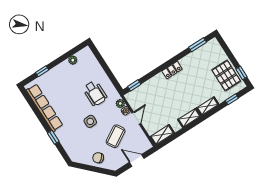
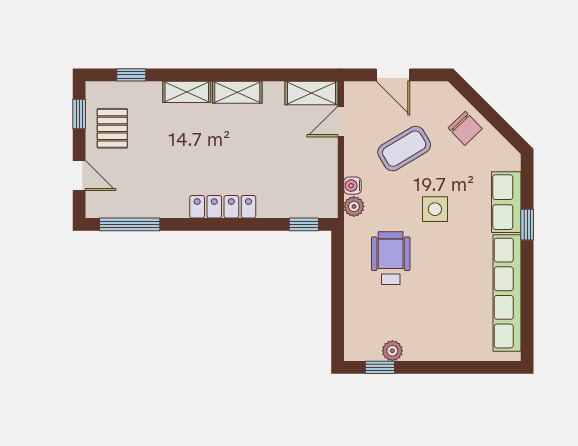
window: (197, 45) -> (130, 224), width x1.44
door: (227, 51) -> (79, 176), added
locker: (172, 70) -> (223, 207), width x1.53
window: (42, 71) -> (380, 367), moved
pallet: (226, 76) -> (112, 128), width x0.67, depth x0.71
door: (136, 118) -> (341, 121), moved
row of seats: (66, 141) -> (506, 202), added

